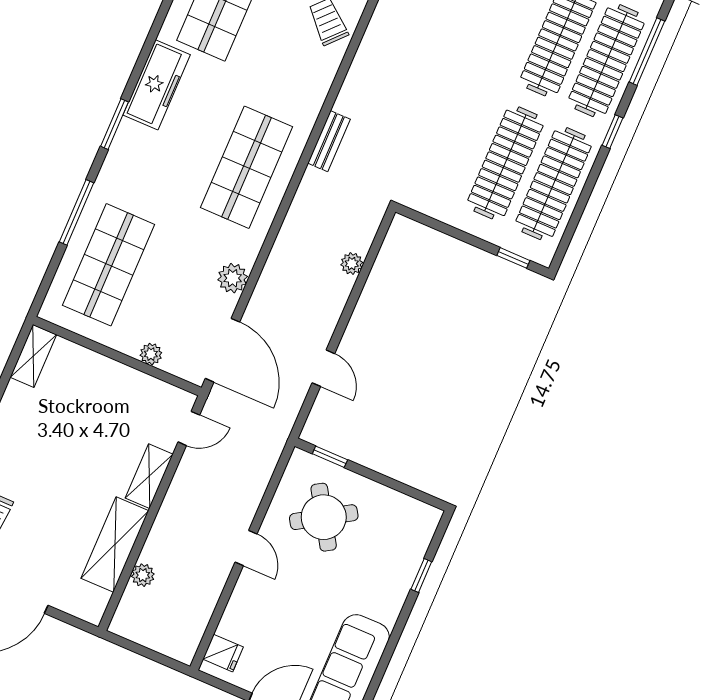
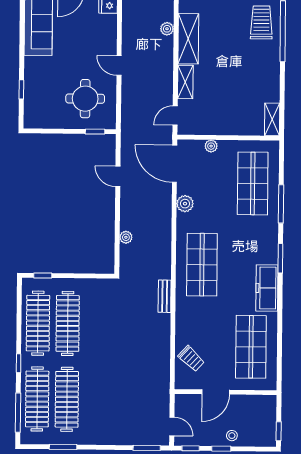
round table: (324, 517) -> (85, 99), turned 32

